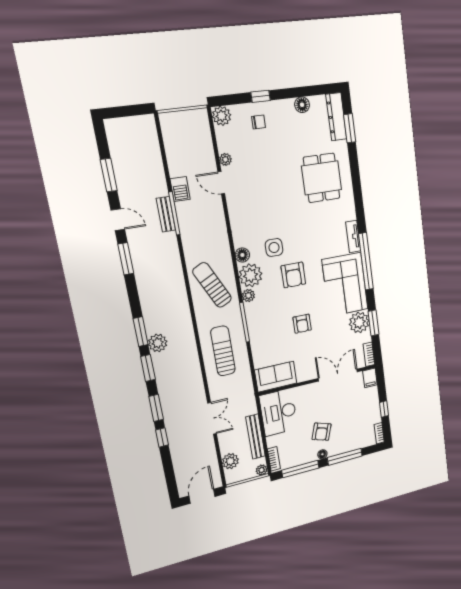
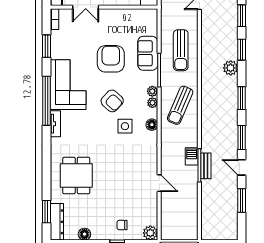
plant: (225, 159) -> (153, 200), removed
barbecue: (180, 189) -> (192, 156), moved
plant: (250, 275) -> (152, 103), width x0.53, depth x0.53
armchair: (293, 275) -> (112, 101), turned 133
sun lounger: (212, 285) -> (180, 105), turned 49
plant: (359, 322) -> (60, 49), removed
armchair: (302, 324) -> (111, 59), width x1.88, depth x1.88
window: (141, 332) -> (242, 98), moved
double door: (338, 375) -> (86, 7), width x0.73
sofa: (276, 377) -> (148, 53), moved, turned 90

